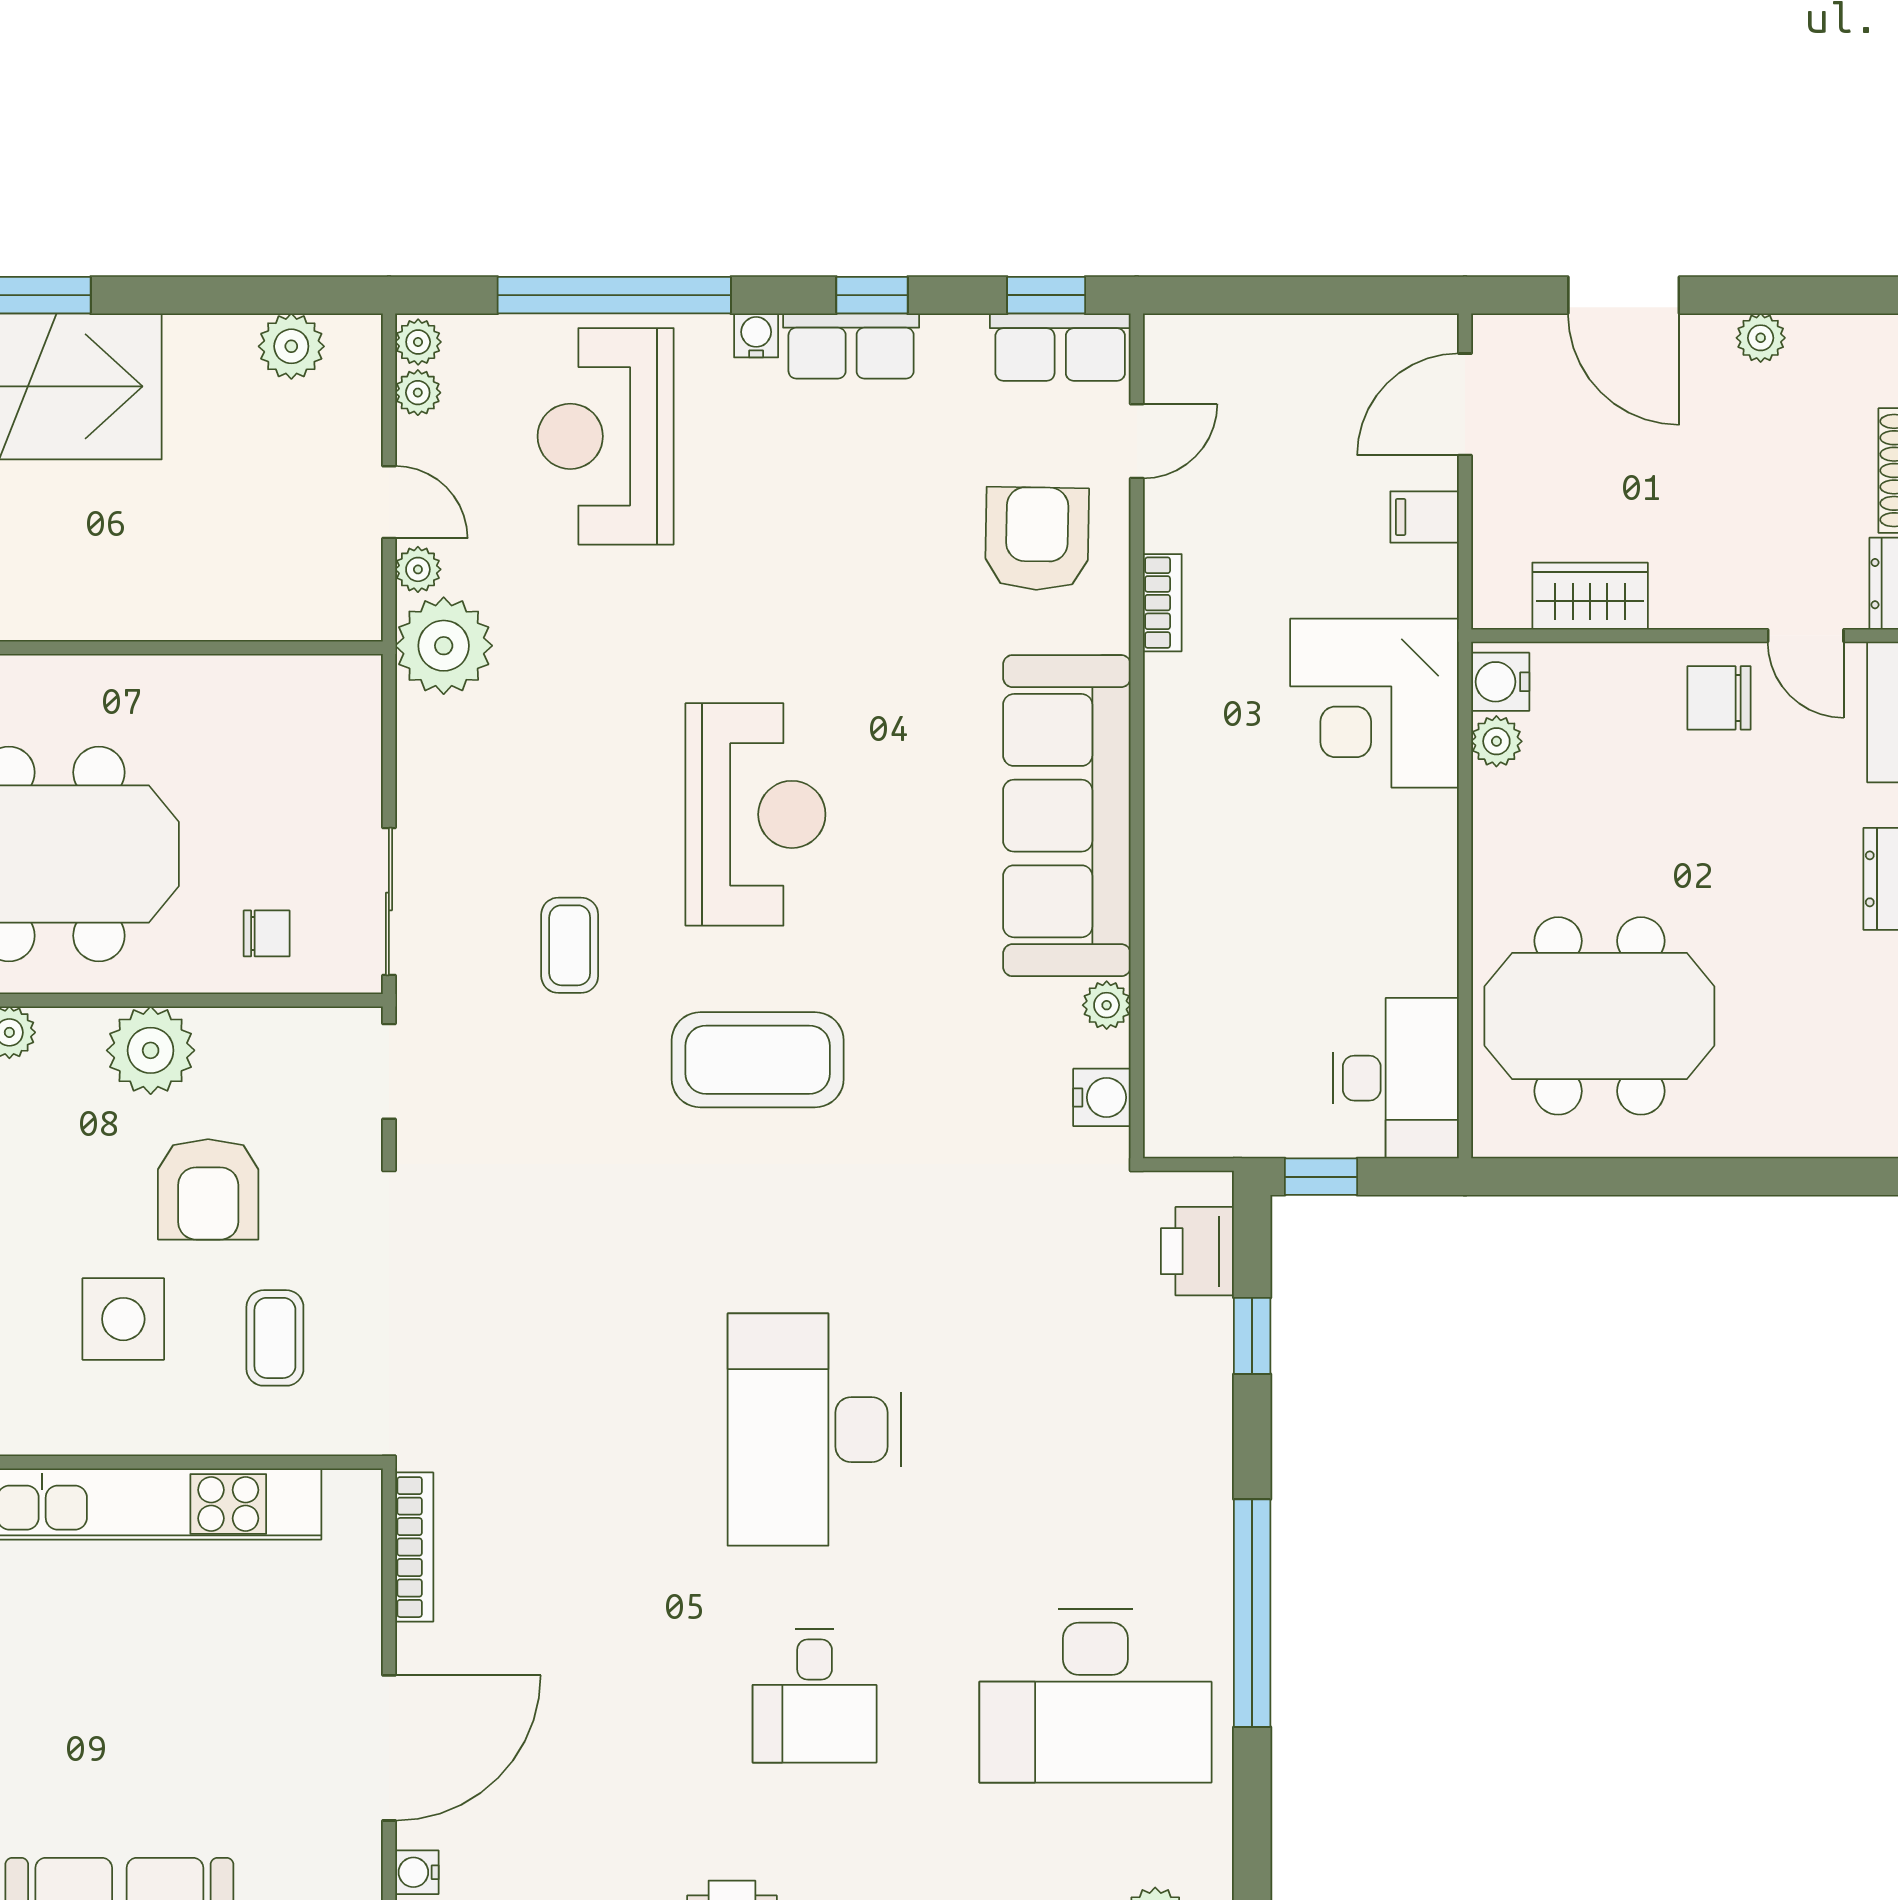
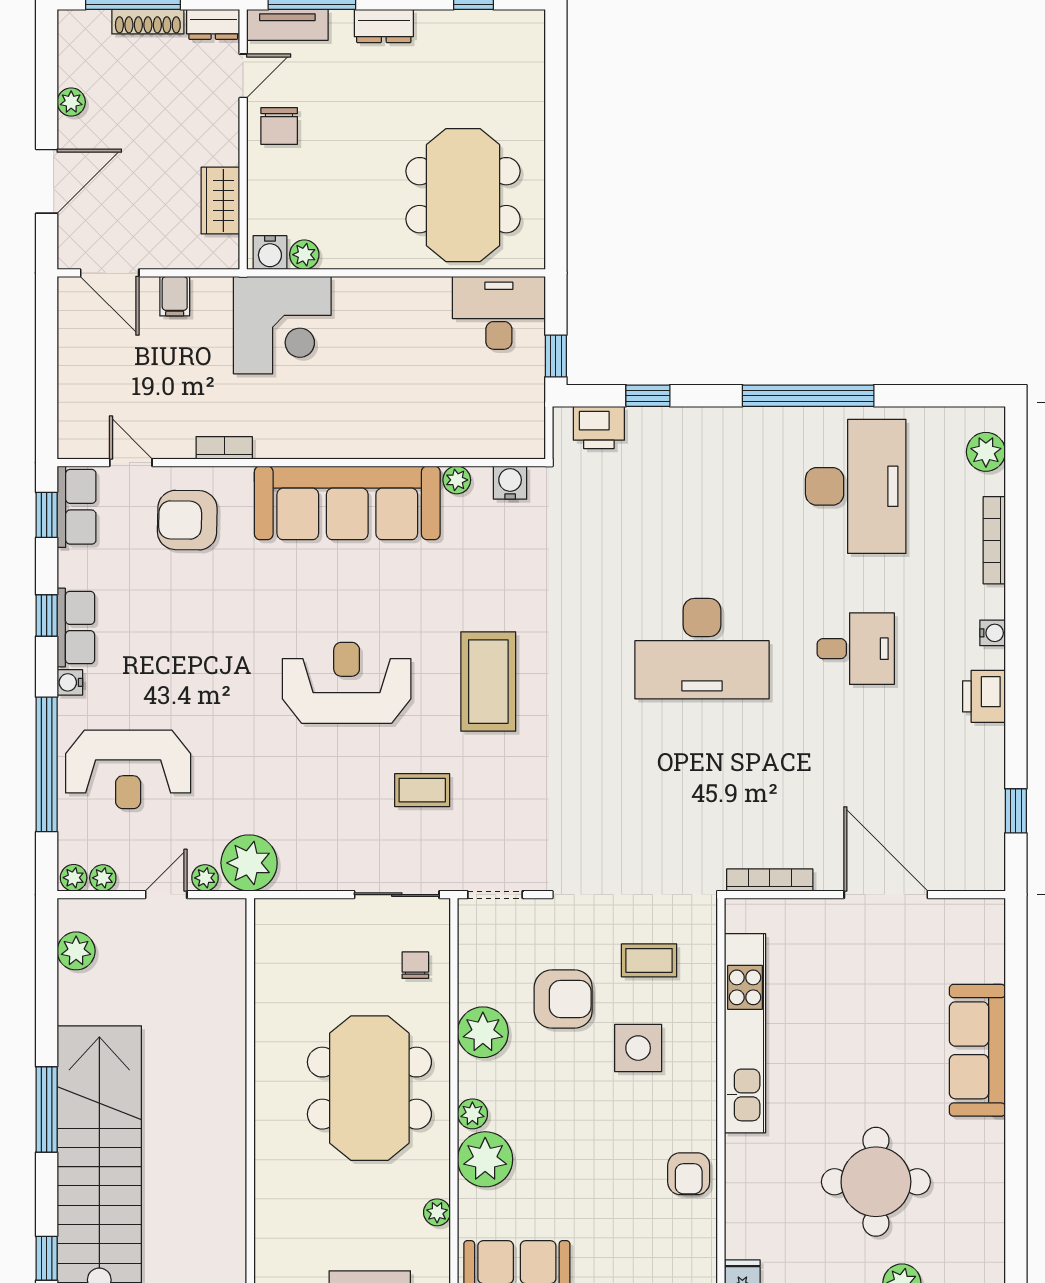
water cooler: (417, 1872) -> (958, 878), removed

